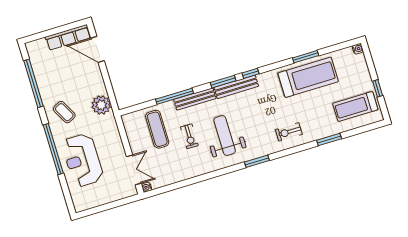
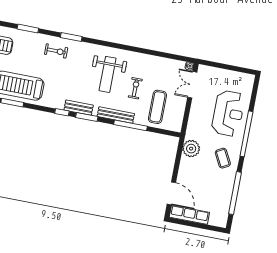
bench: (236, 87) -> (79, 108), width x0.73
window: (257, 161) -> (71, 37), moved

